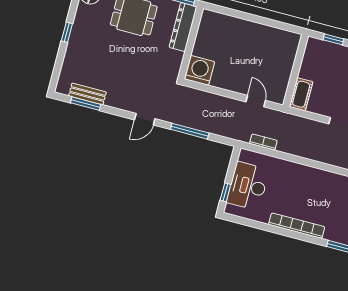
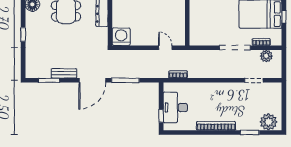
bench: (87, 94) -> (64, 73), moved
cot: (301, 94) -> (195, 35), removed
door: (145, 119) -> (92, 80), width x1.88

